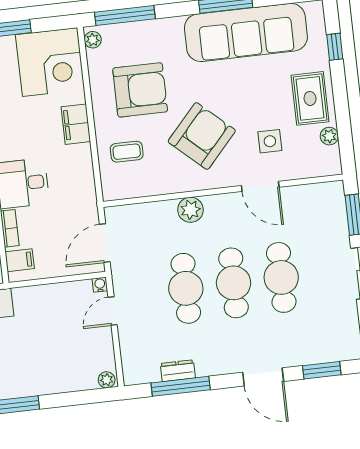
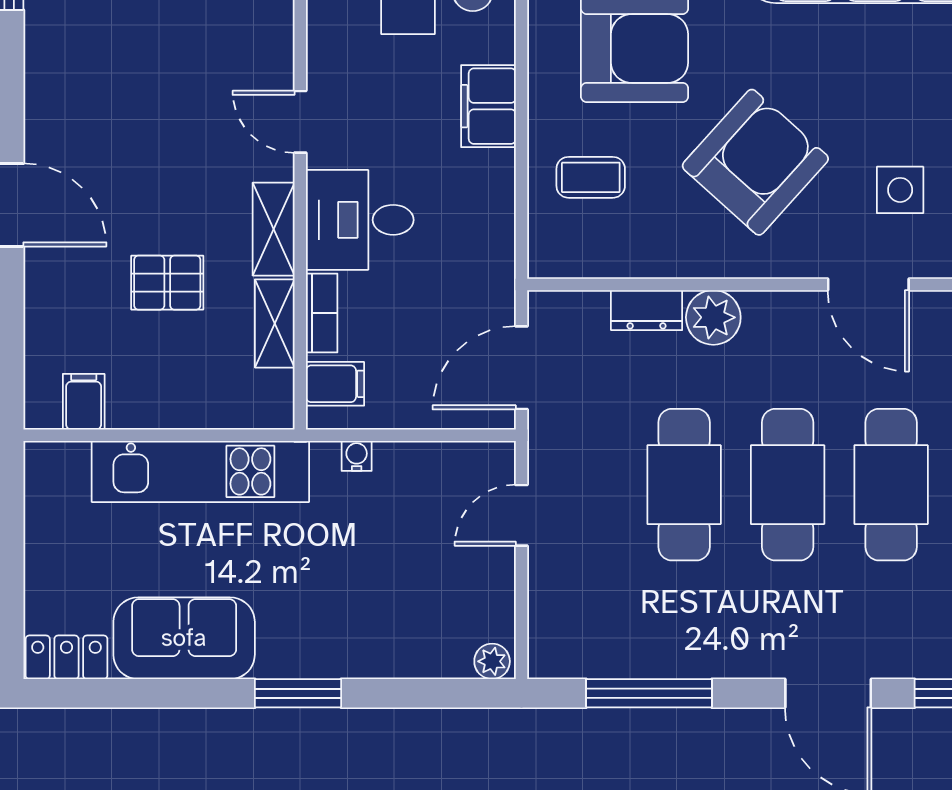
water cooler: (100, 285) -> (357, 456), moved
dresser: (178, 371) -> (647, 310), moved, turned 180

